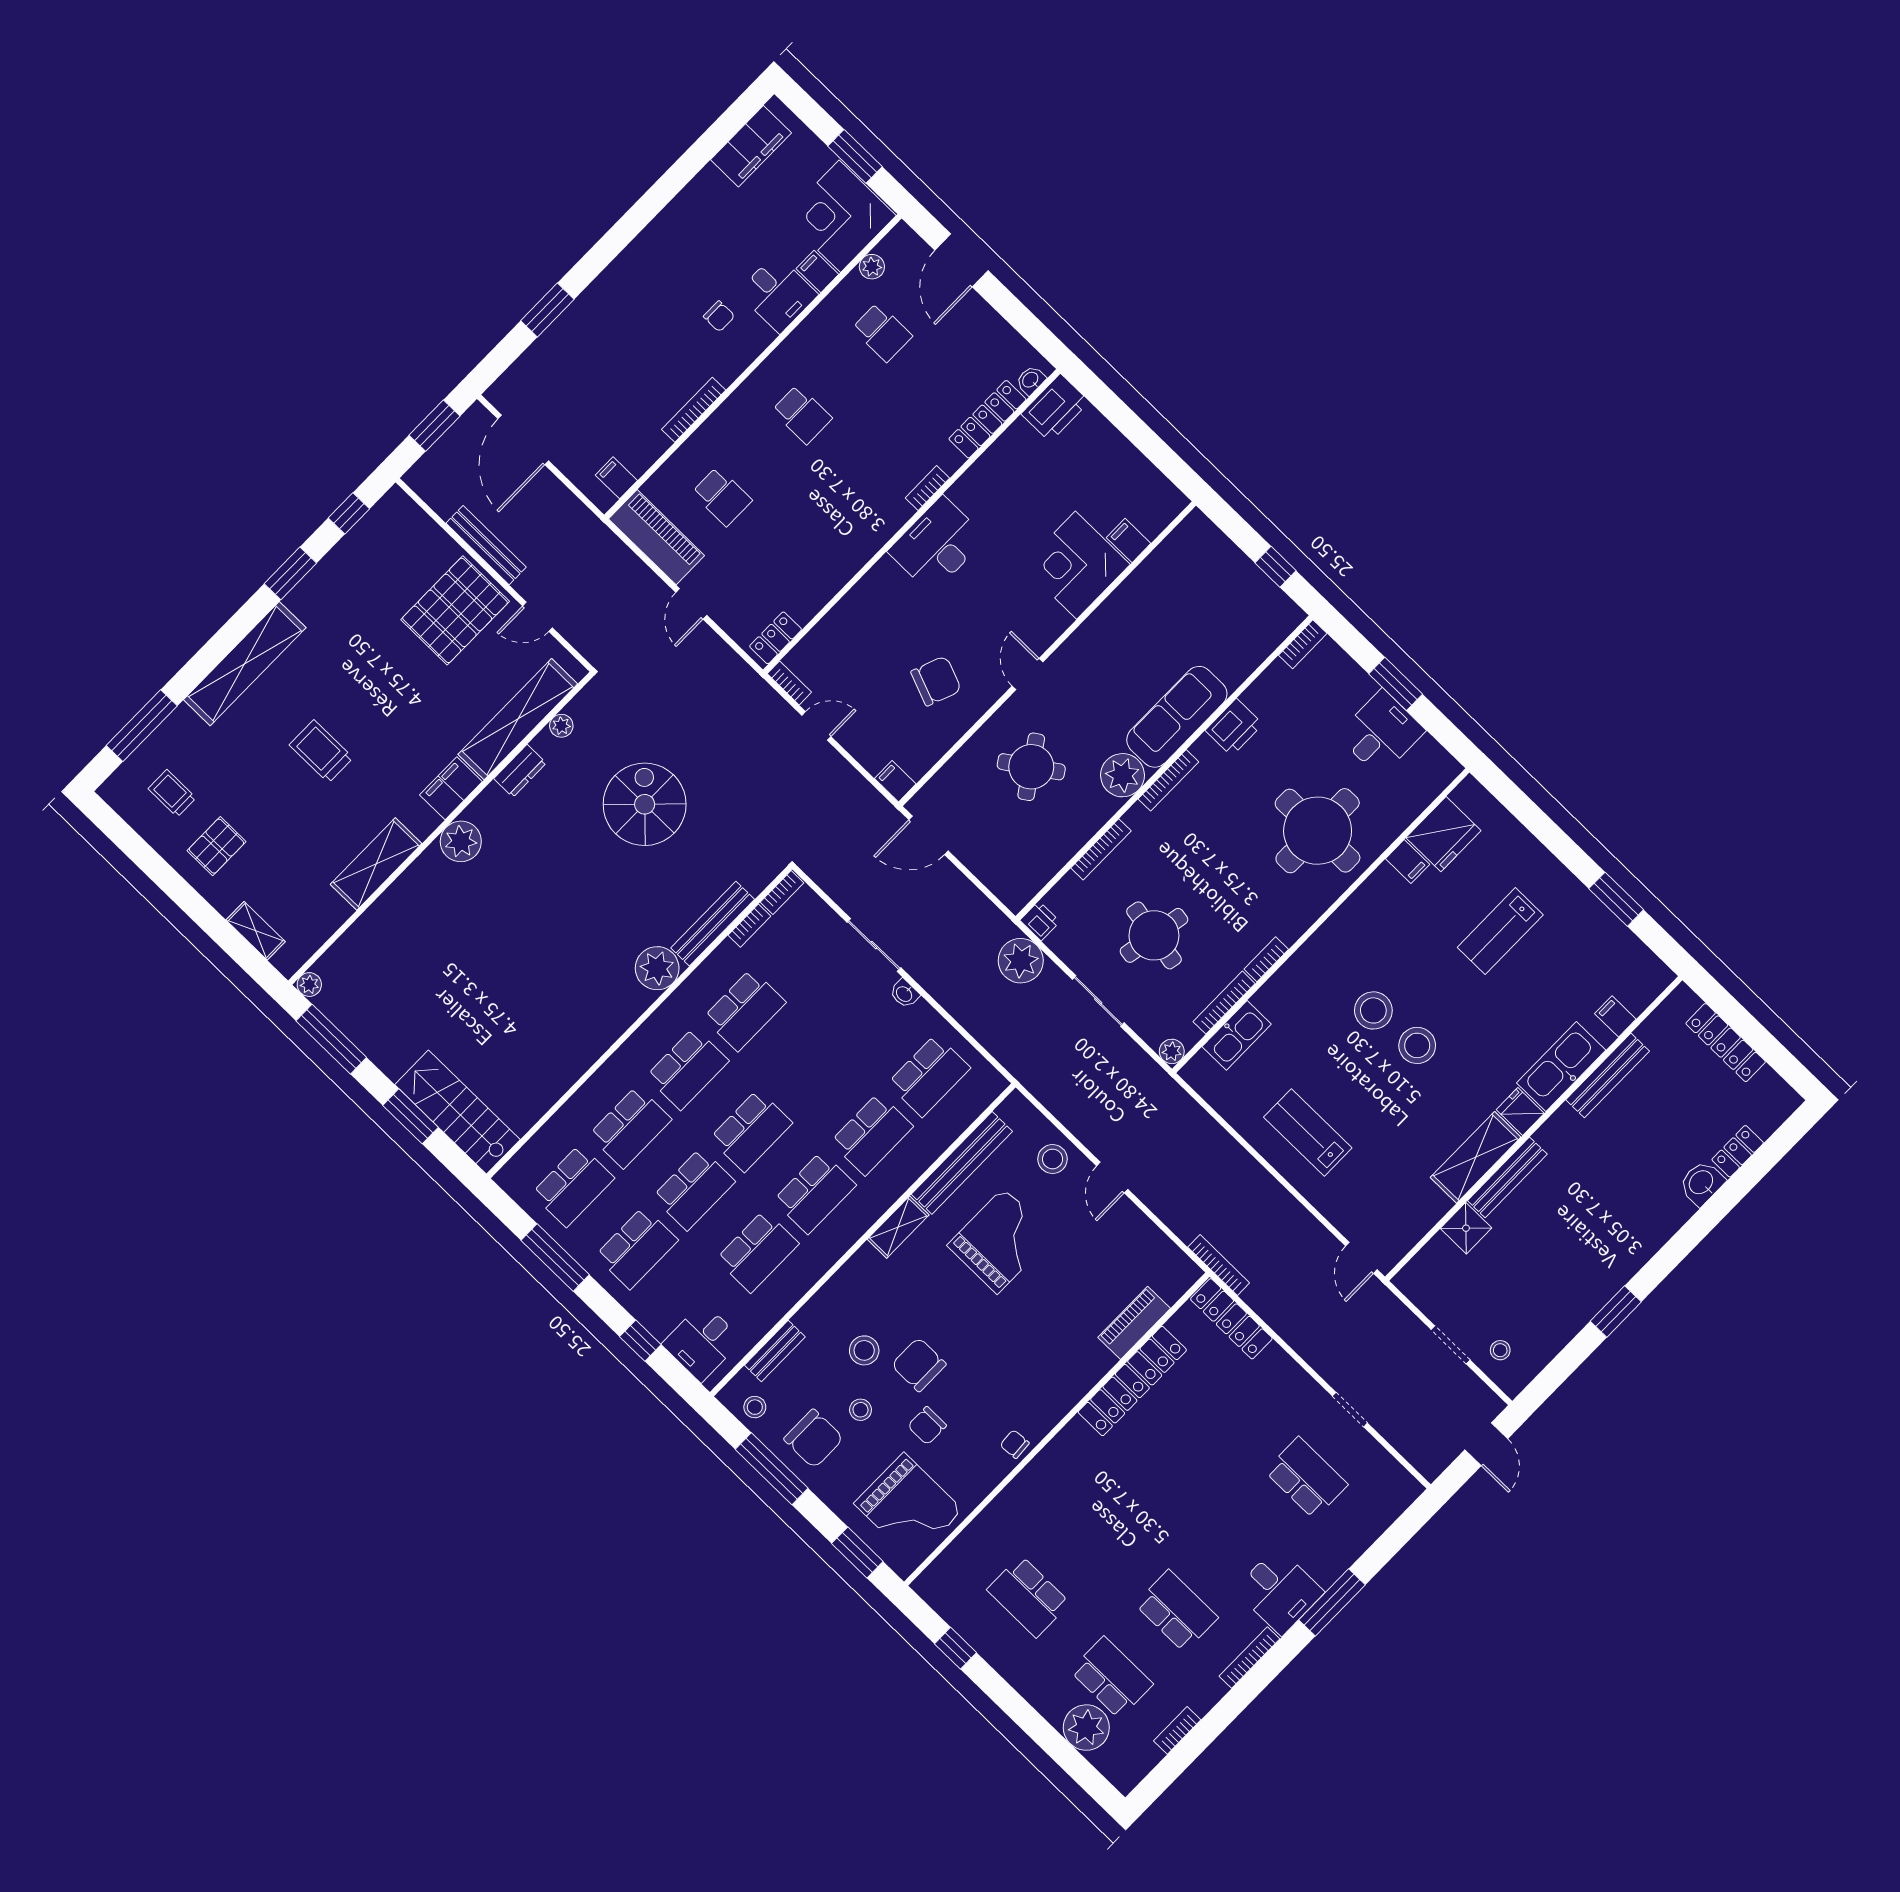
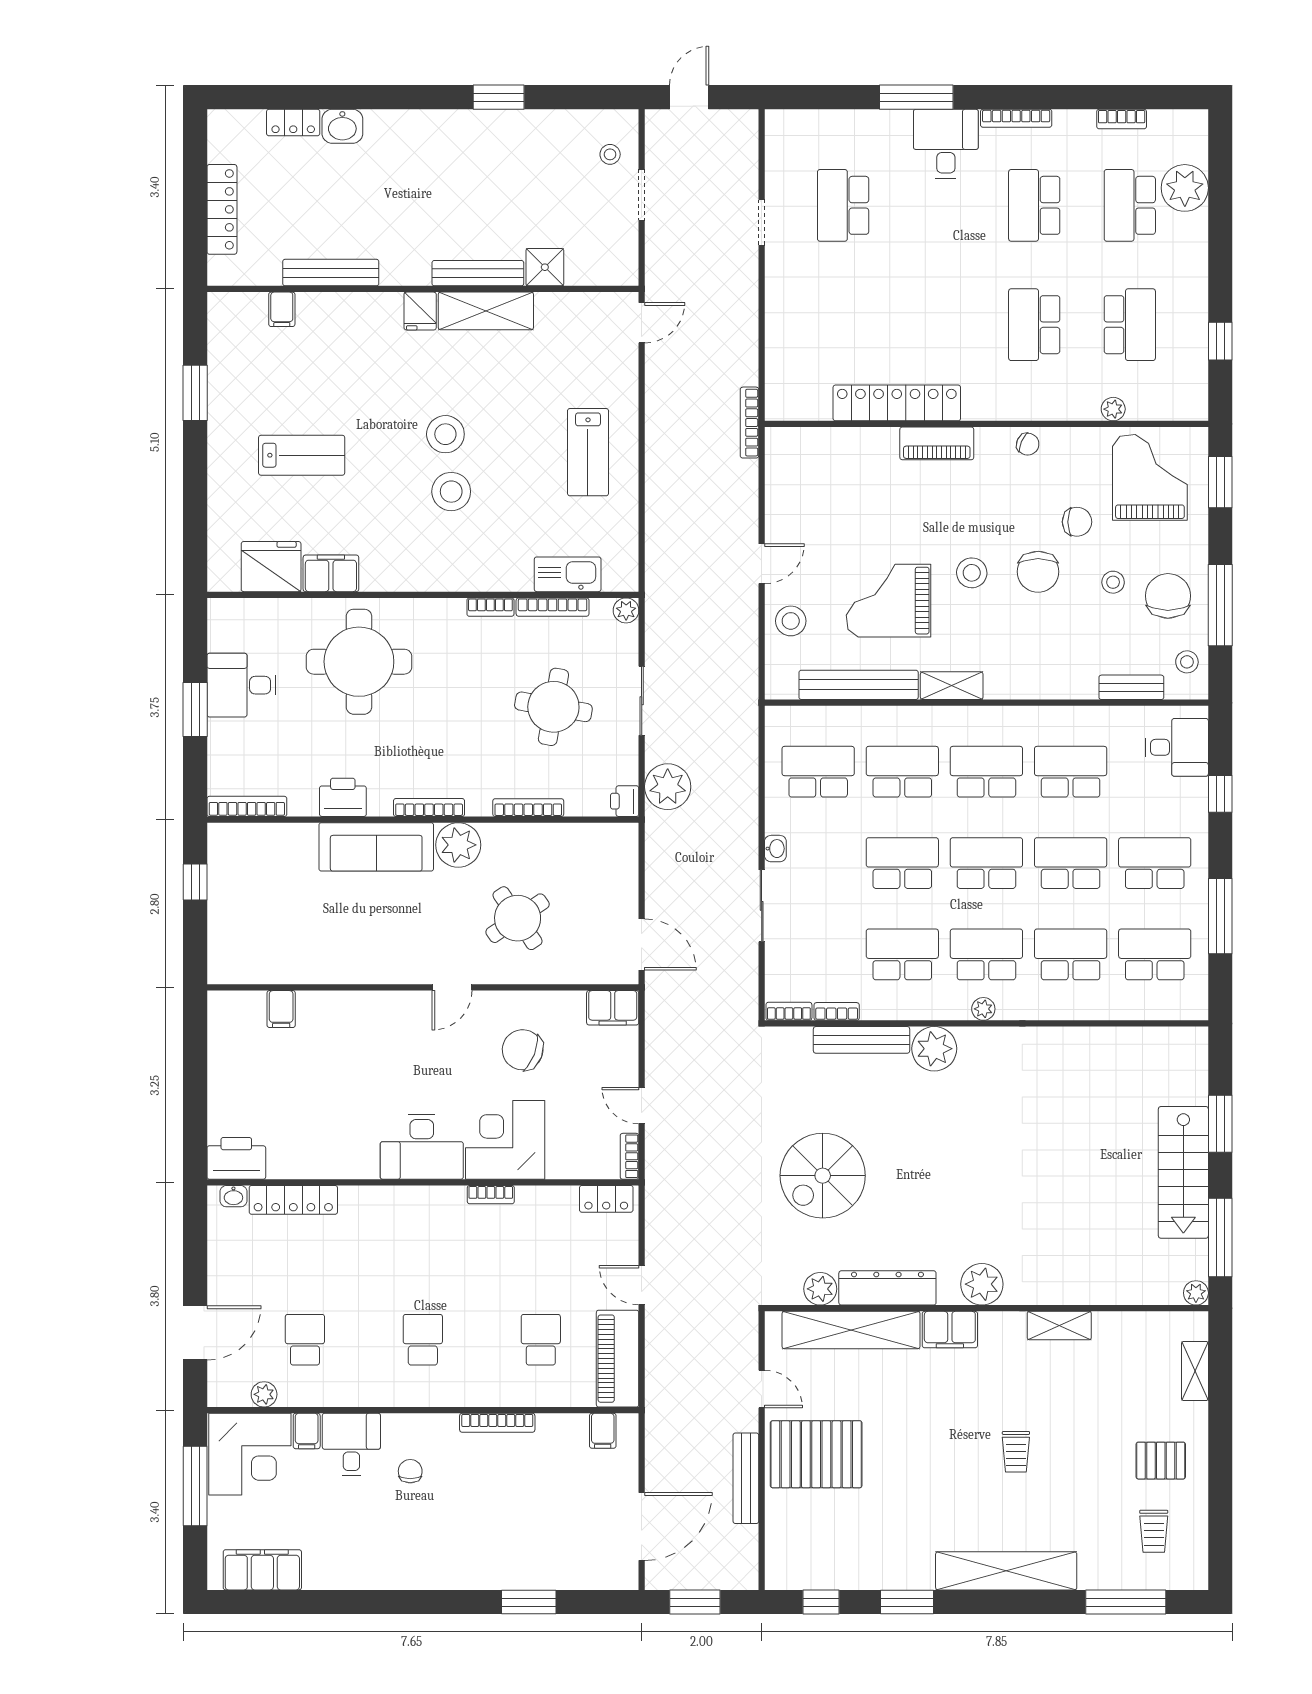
window: (855, 156) -> (195, 1486), width x1.44
bookcase: (927, 488) -> (491, 1195), moved
corner desk: (1076, 565) -> (505, 1140), moved, turned 180
door: (691, 604) -> (642, 1285), swing flipped
bookcase: (1303, 644) -> (247, 806), width x1.56
plant: (561, 726) -> (820, 1289), width x1.38, depth x1.38
trolley: (321, 751) -> (1016, 1452), width x0.73, depth x0.72
dresser: (520, 771) -> (887, 1288), width x1.96, depth x1.24
filing cabinet: (895, 781) -> (613, 1008), width x2.00
filing cabinet: (1408, 862) -> (331, 573), width x2.00
shelving: (376, 864) -> (1059, 1326), width x0.67, depth x0.75
plant: (651, 1029) -> (983, 1009), added
kitchen sink: (1561, 1067) -> (358, 313), removed
school desk: (808, 1072) -> (902, 863), added
stairs: (457, 1112) -> (1183, 1172), moved
locker: (1231, 1319) -> (780, 375), removed
piano: (1134, 1323) -> (937, 443), moved
stool: (864, 1350) -> (972, 573), moved
chair: (1015, 1444) -> (1028, 444), turned -62
plant: (981, 1527) -> (1113, 409), added
school desk: (1093, 1530) -> (1034, 325), added

